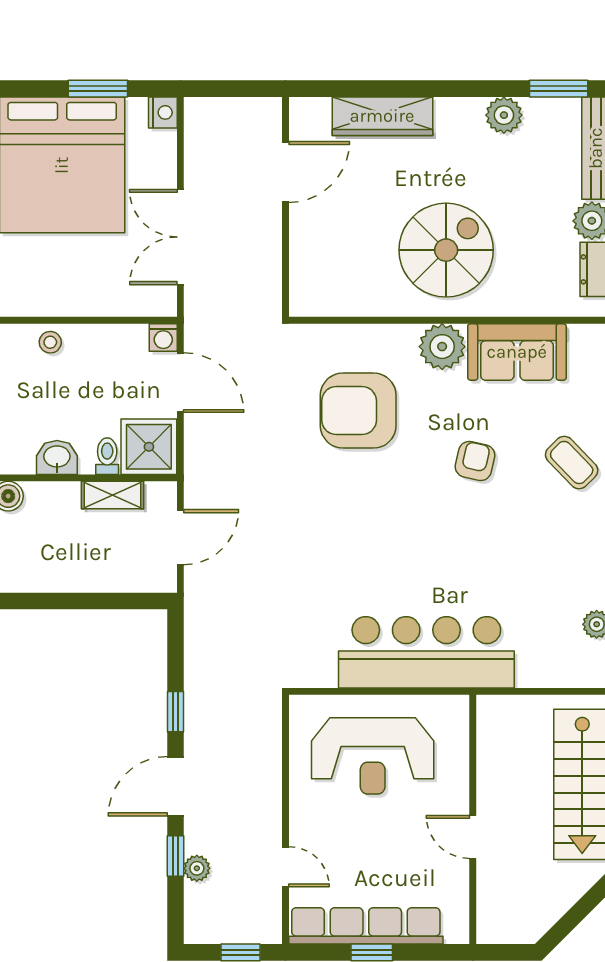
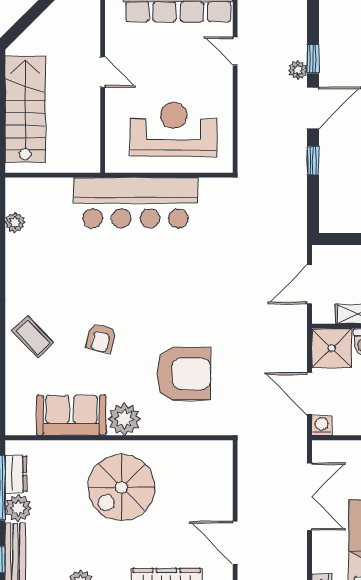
door: (286, 172) -> (235, 543), hinge flipped
plant: (197, 868) -> (298, 70), moved

